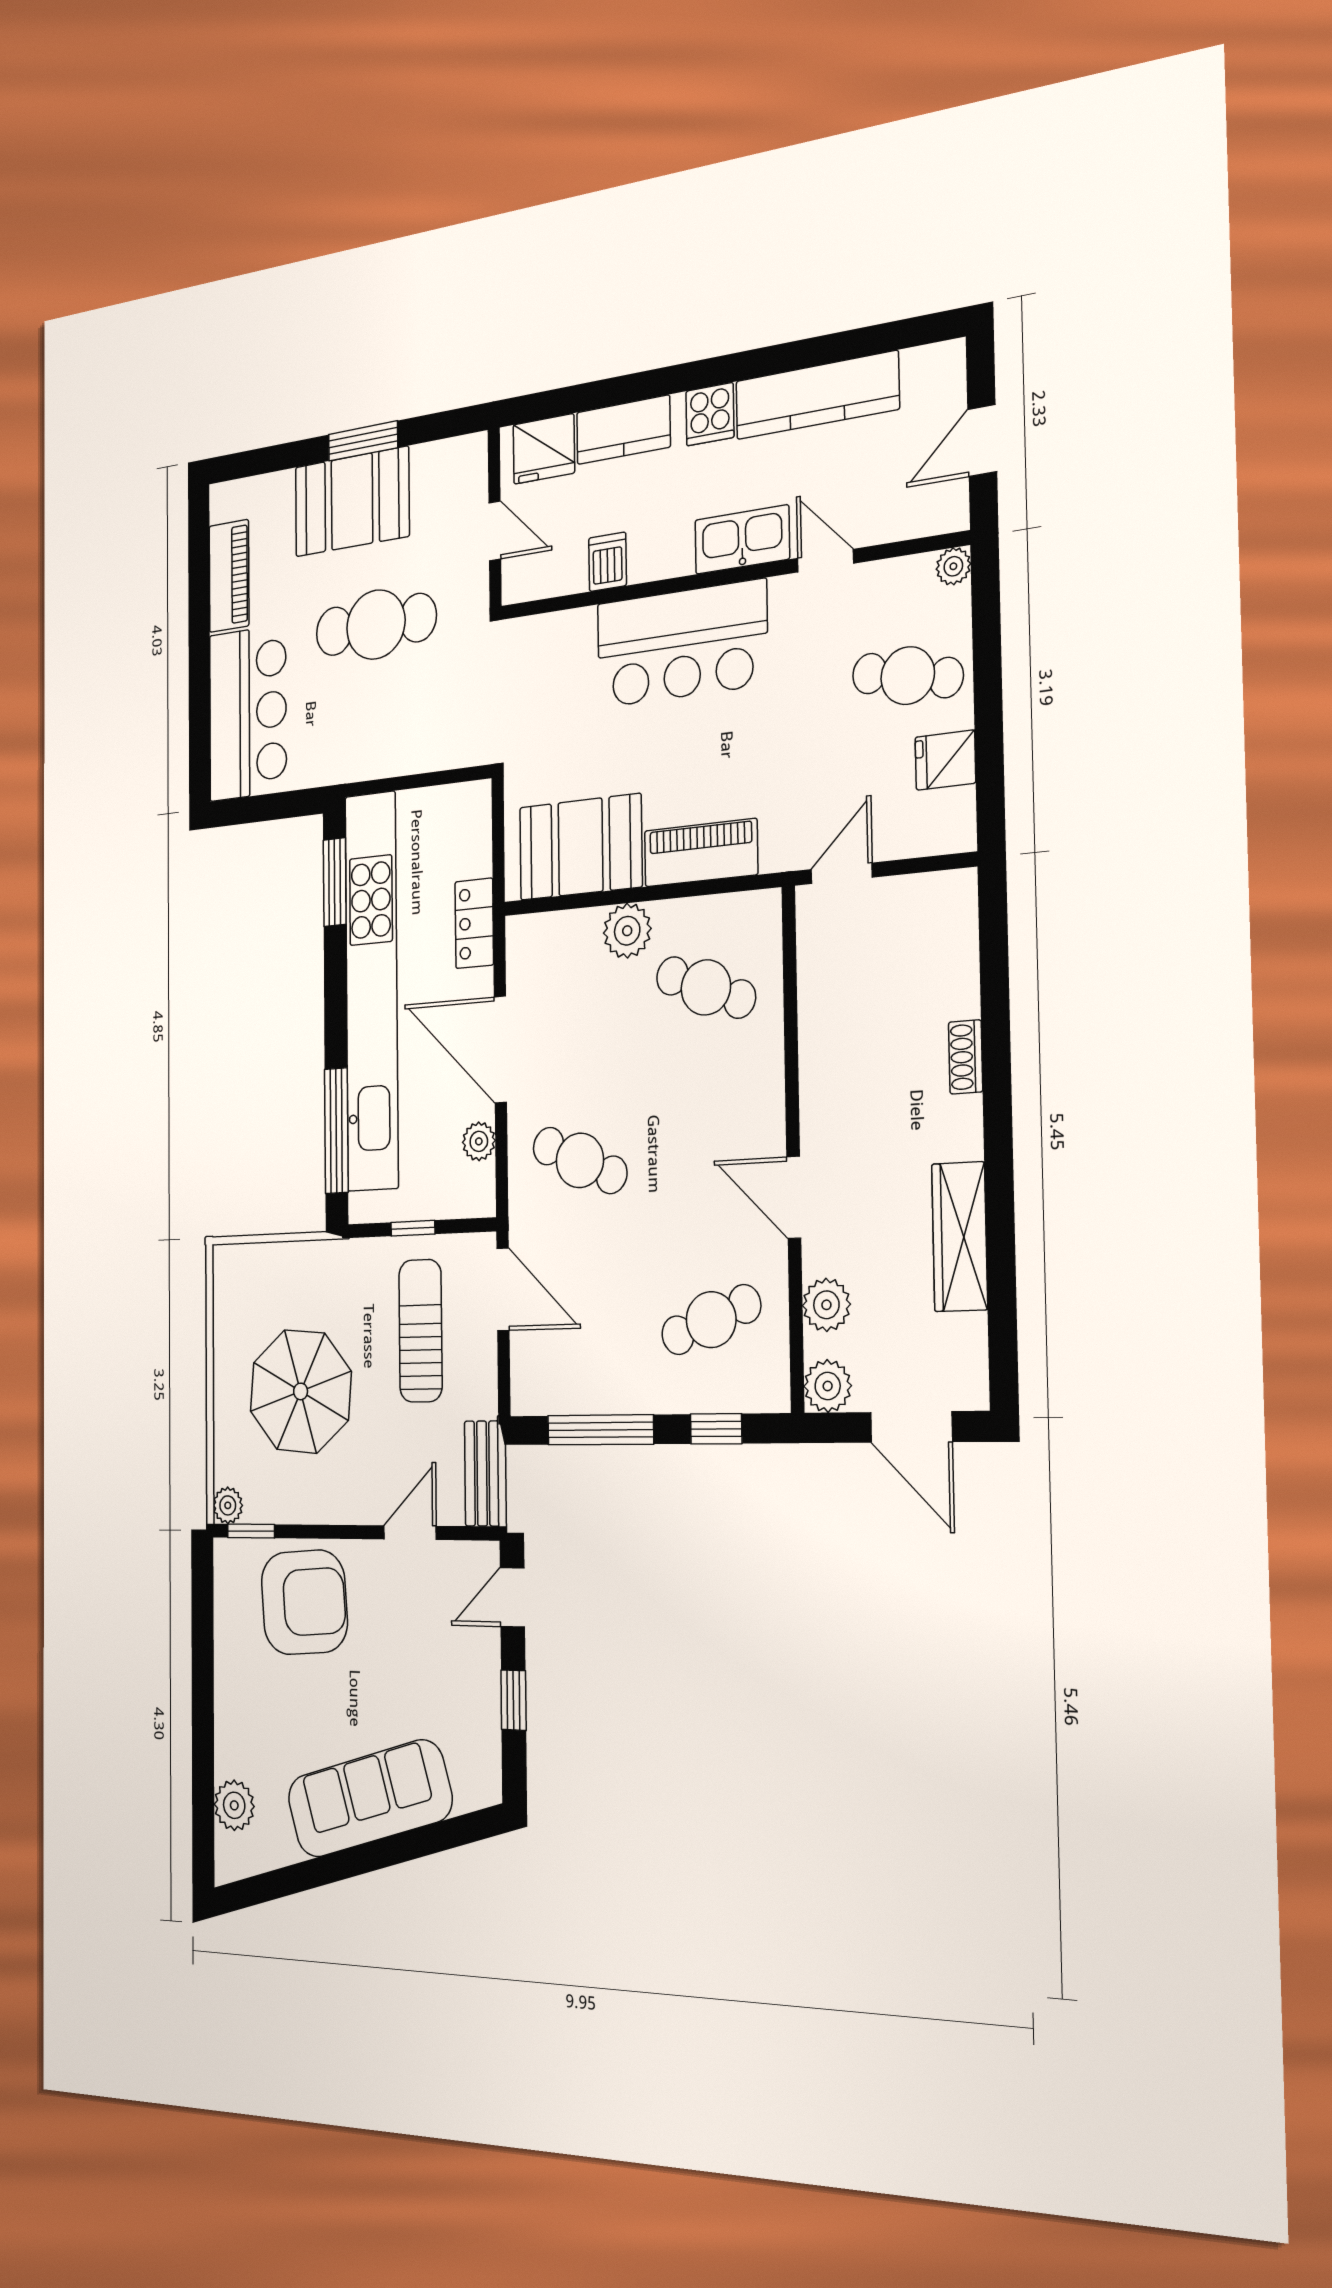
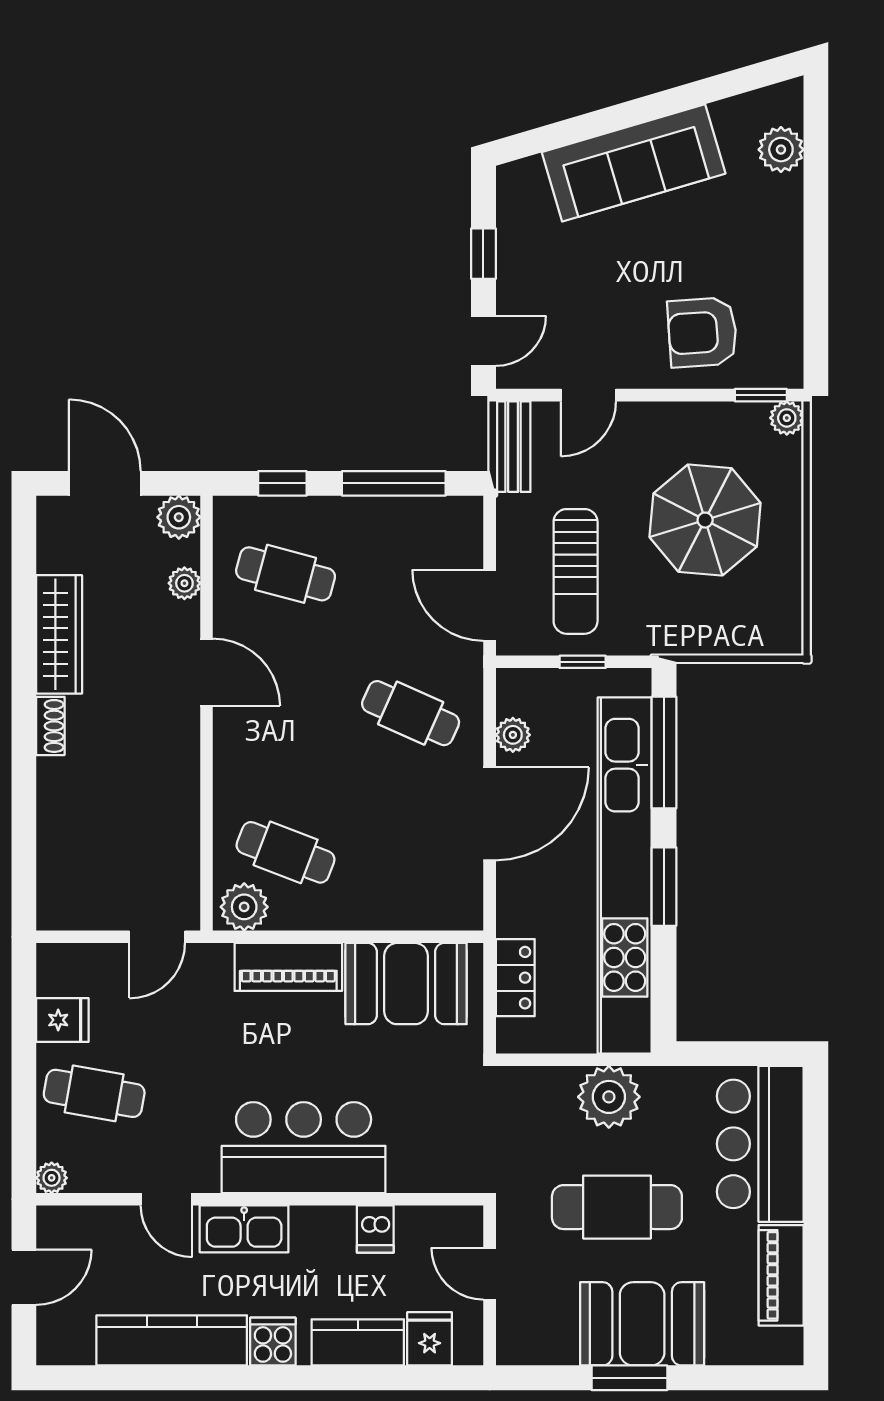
fridge: (544, 449) -> (430, 1339), width x0.72
plant: (384, 744) -> (609, 1097), added
window: (335, 882) -> (664, 887), moved
locker: (474, 923) -> (515, 978), moved
plant: (627, 931) -> (244, 907), moved
door: (500, 1050) -> (490, 814), hinge flipped
shoe rack: (966, 1057) -> (50, 726), moved
plant: (826, 1305) -> (184, 583), width x0.73, depth x0.73
cafe table: (711, 1320) -> (286, 574), turned 36
armchair: (304, 1602) -> (702, 332), width x0.73, depth x0.73

